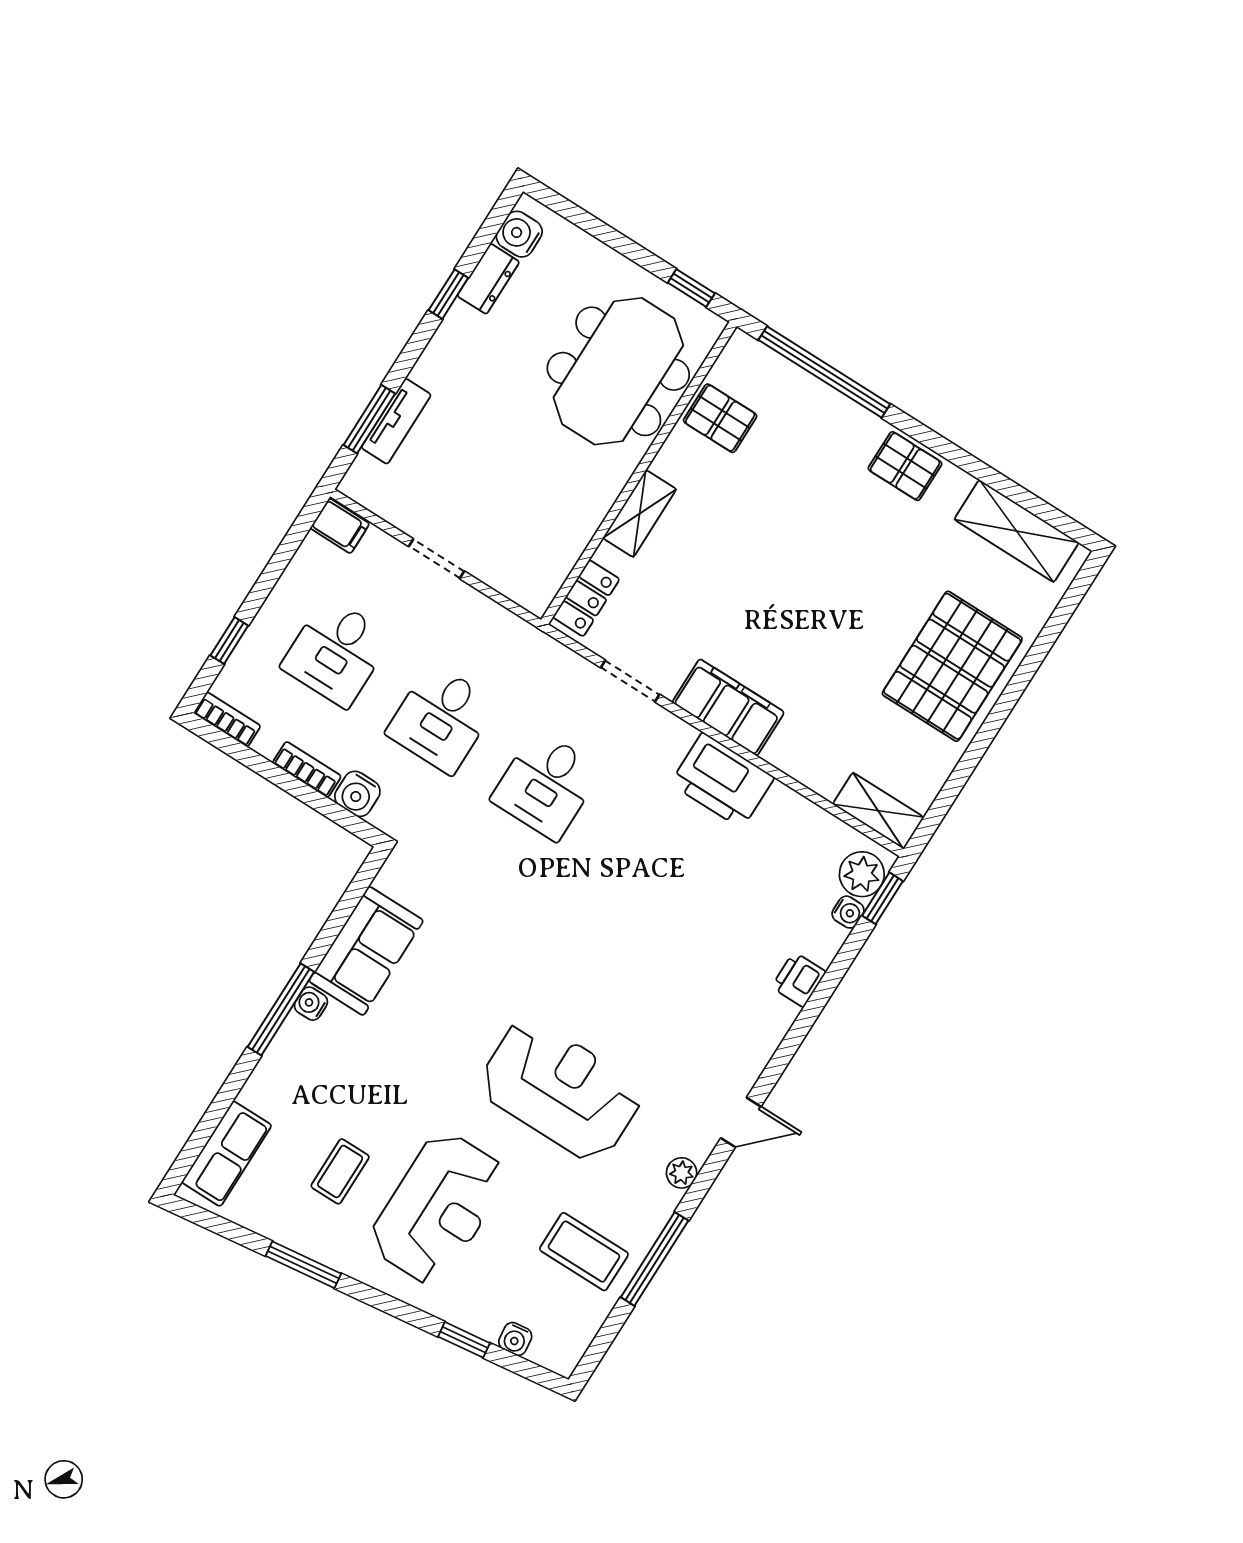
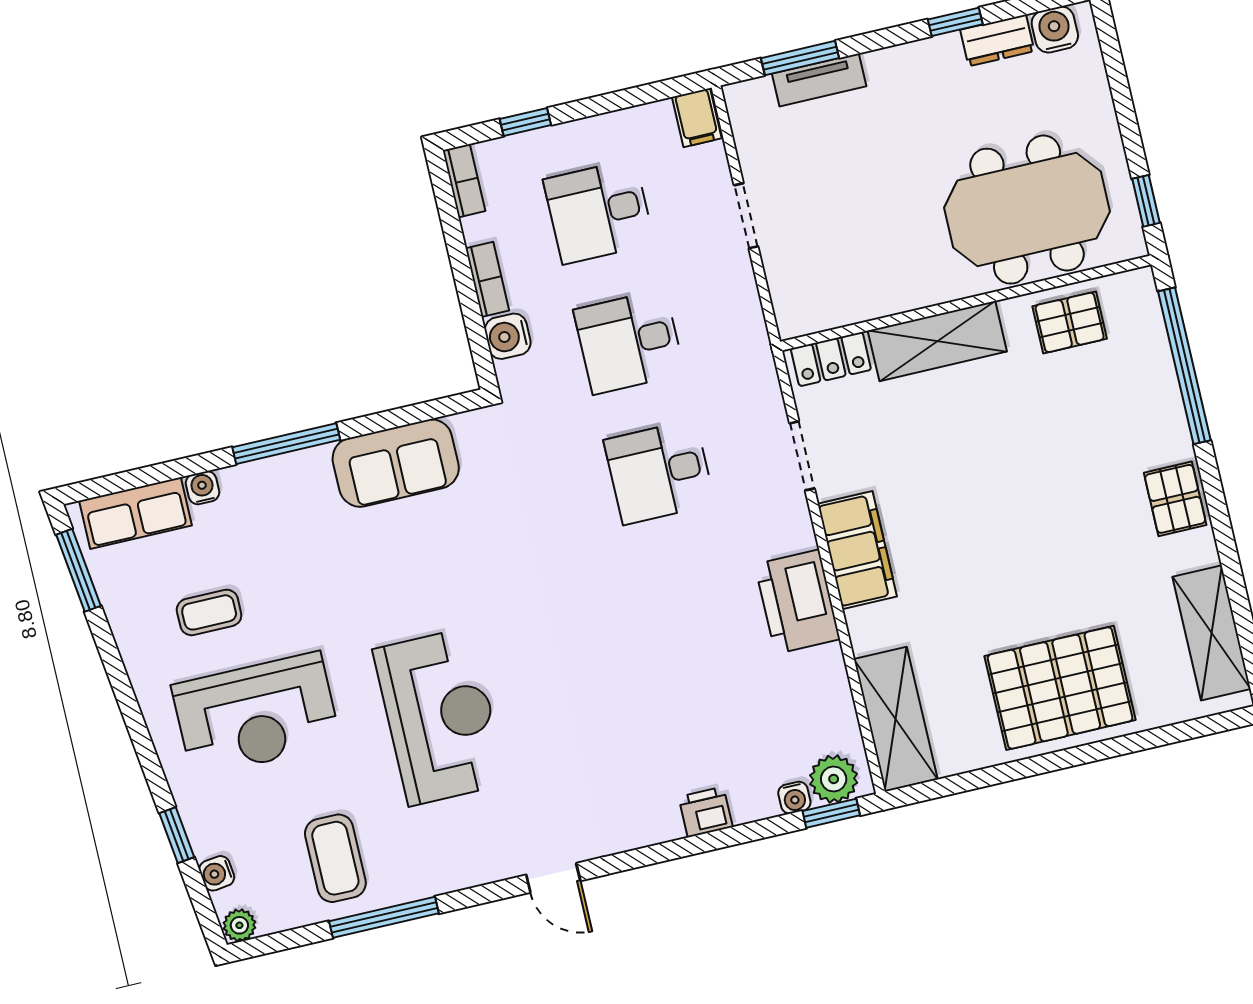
pallet: (720, 418) -> (1070, 322), turned 90
shelving: (640, 514) -> (937, 341), width x1.50, depth x1.33
shelving: (878, 811) -> (896, 719), width x1.50, depth x1.33
water cooler: (311, 1004) -> (202, 488), moved
plant: (682, 1173) -> (239, 925), moved
window: (303, 1265) -> (78, 570), moved

